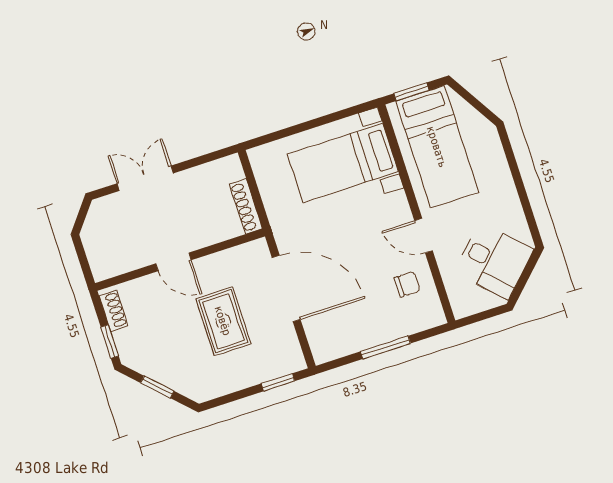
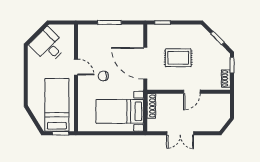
bed with nightstands: (343, 163) -> (120, 111), moved, turned 180
double door: (145, 178) -> (180, 133), moved
door: (173, 262) -> (192, 92), swing flipped
chair: (407, 284) -> (103, 76), moved
rug: (223, 321) -> (178, 58), turned 90

